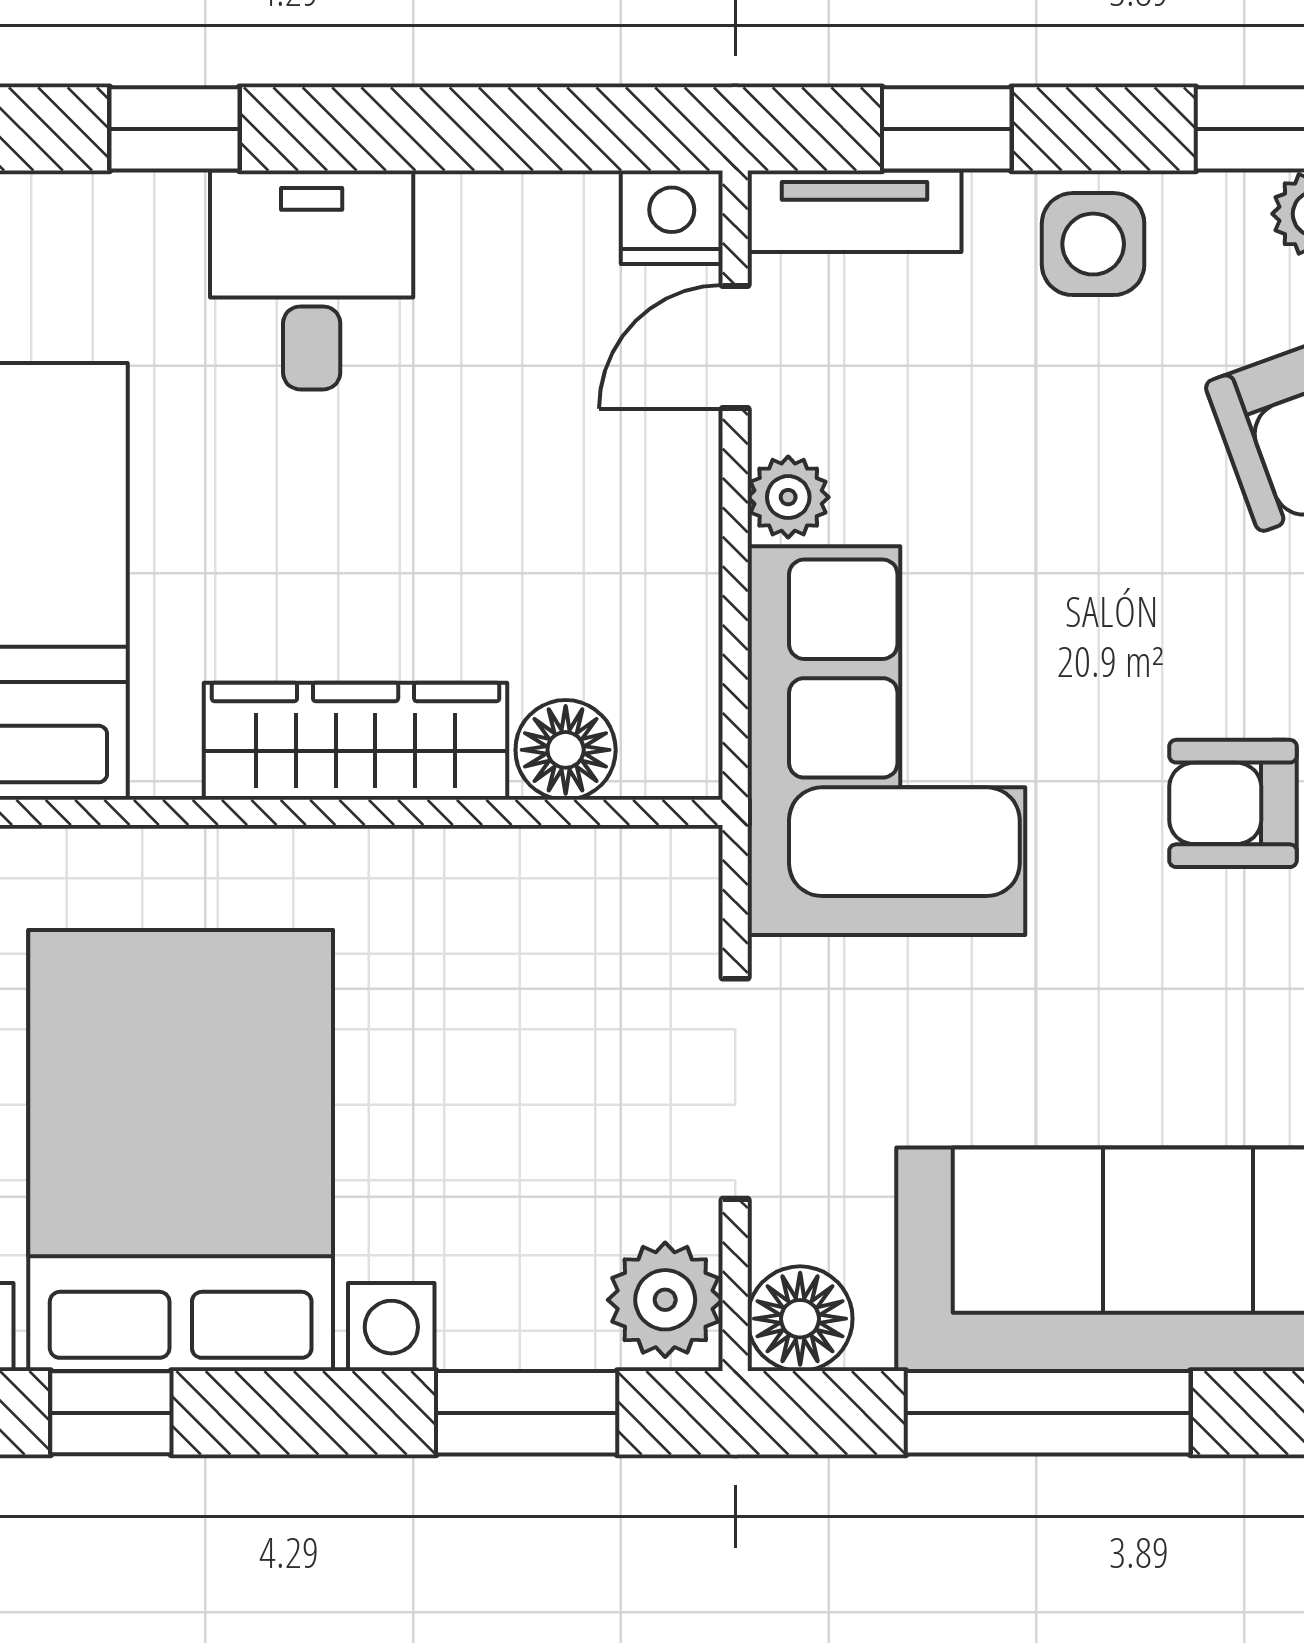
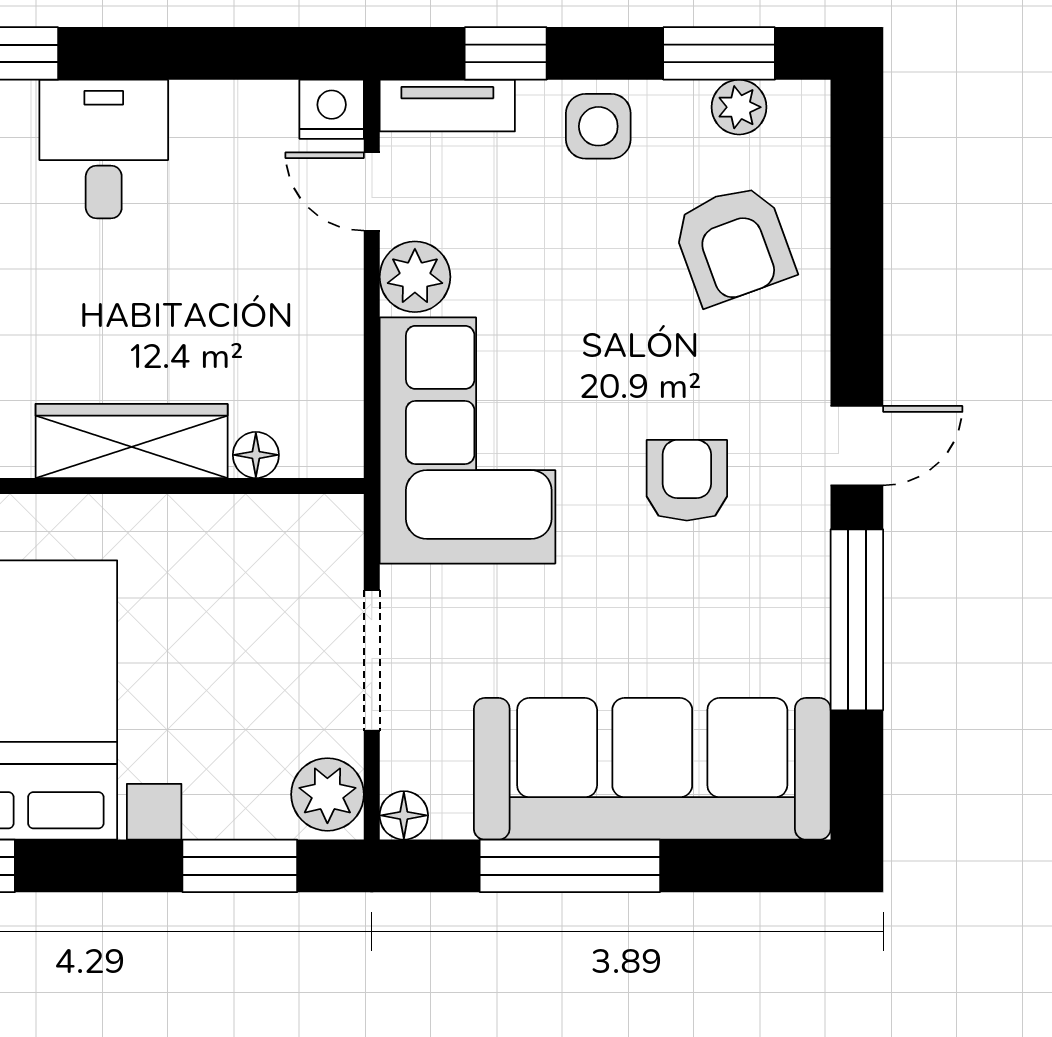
door: (735, 347) -> (372, 191), hinge flipped
plant: (788, 497) -> (415, 277), width x1.38, depth x1.38
floor lamp: (566, 750) -> (256, 455), width x0.73, depth x0.73
armchair: (1233, 803) -> (687, 480), turned 90
floor lamp: (800, 1319) -> (404, 815), width x0.73, depth x0.73

